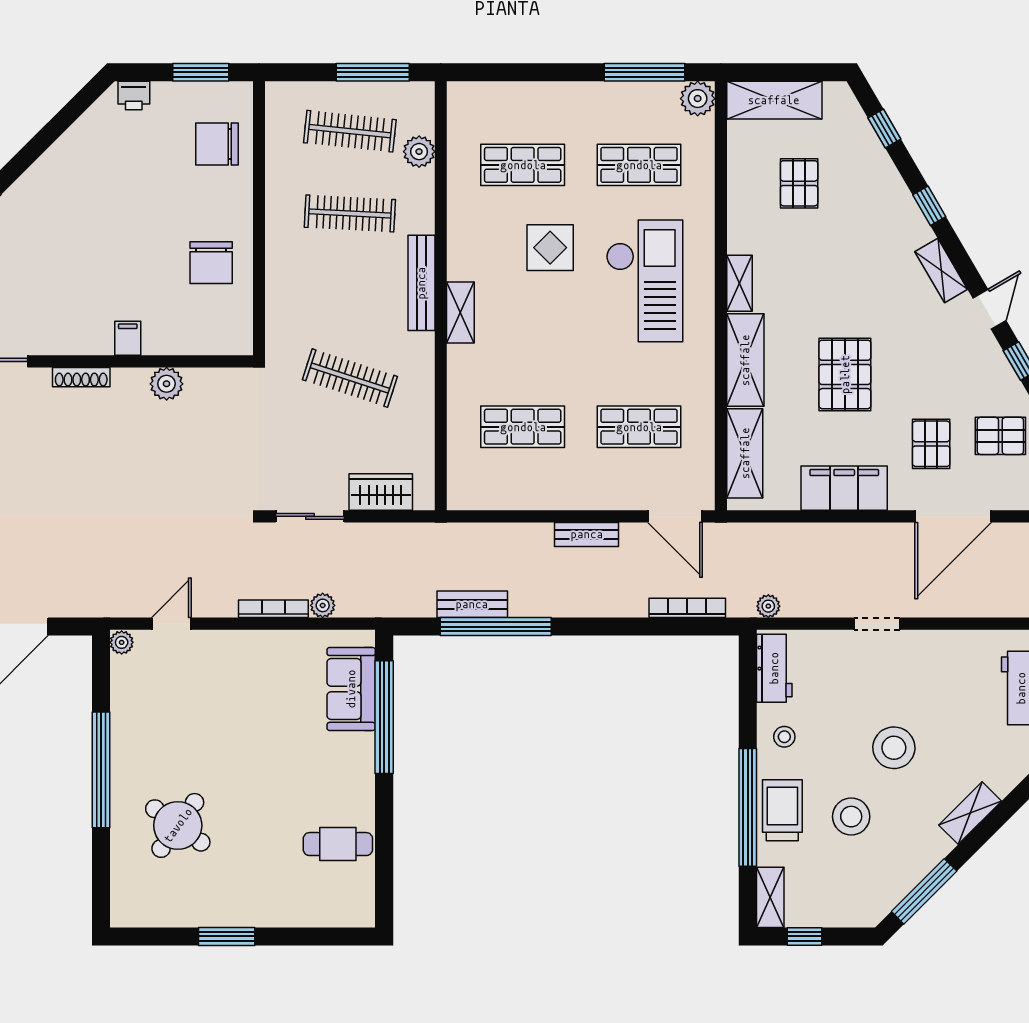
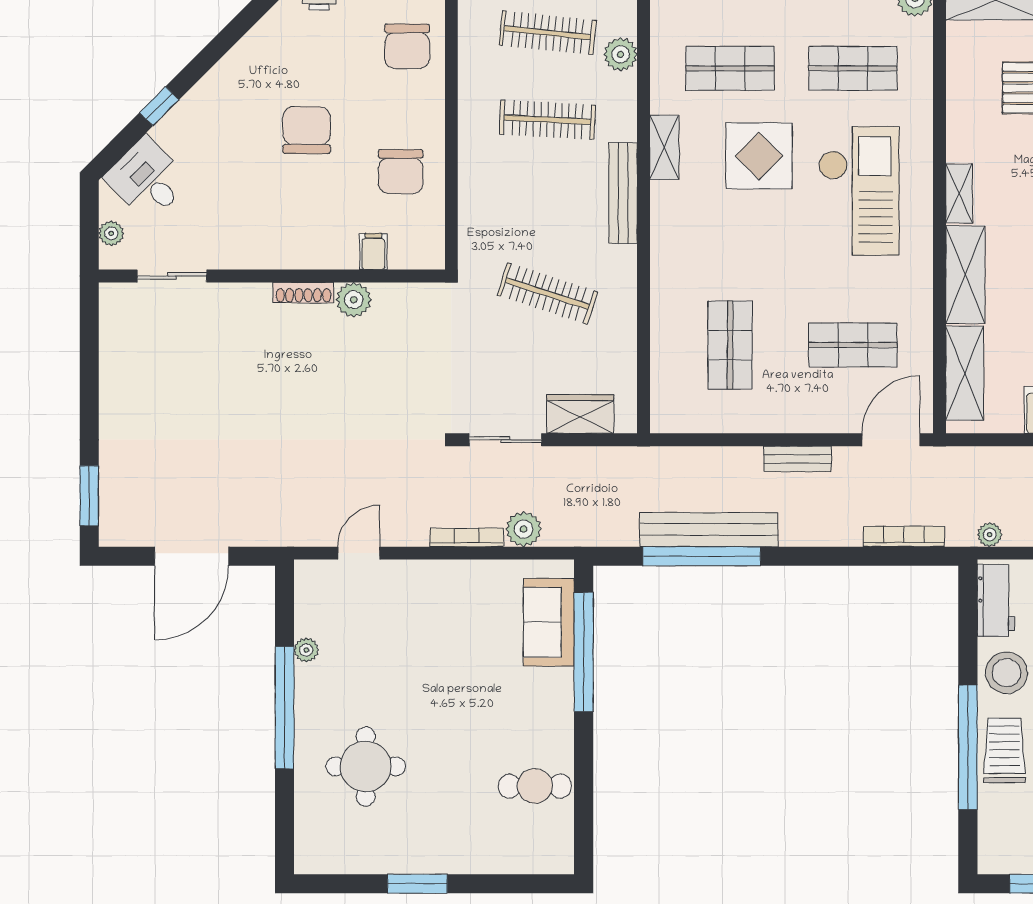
chair: (217, 144) -> (407, 46), turned -90
chair: (122, 223) -> (307, 130), added
display table: (550, 248) -> (759, 156), width x1.36, depth x1.36
shelving: (460, 312) -> (664, 147), moved
filing cabinet: (128, 338) -> (373, 252), moved
shoe rack: (81, 377) -> (303, 293), moved
shop shelf: (523, 427) -> (730, 345), turned 90
door: (675, 516) -> (891, 440), swing flipped
bench: (472, 604) -> (709, 530), width x1.86, depth x1.21
plant: (323, 605) -> (524, 529), width x1.38, depth x1.38
plant: (122, 642) -> (306, 650), moved
stool: (784, 737) -> (1007, 673), width x1.89, depth x1.89
round table: (178, 825) -> (366, 766), turned -36
shelving: (770, 897) -> (992, 842), removed

